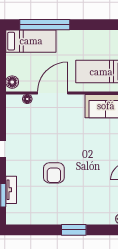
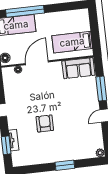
armchair: (54, 173) -> (45, 123), turned 180

